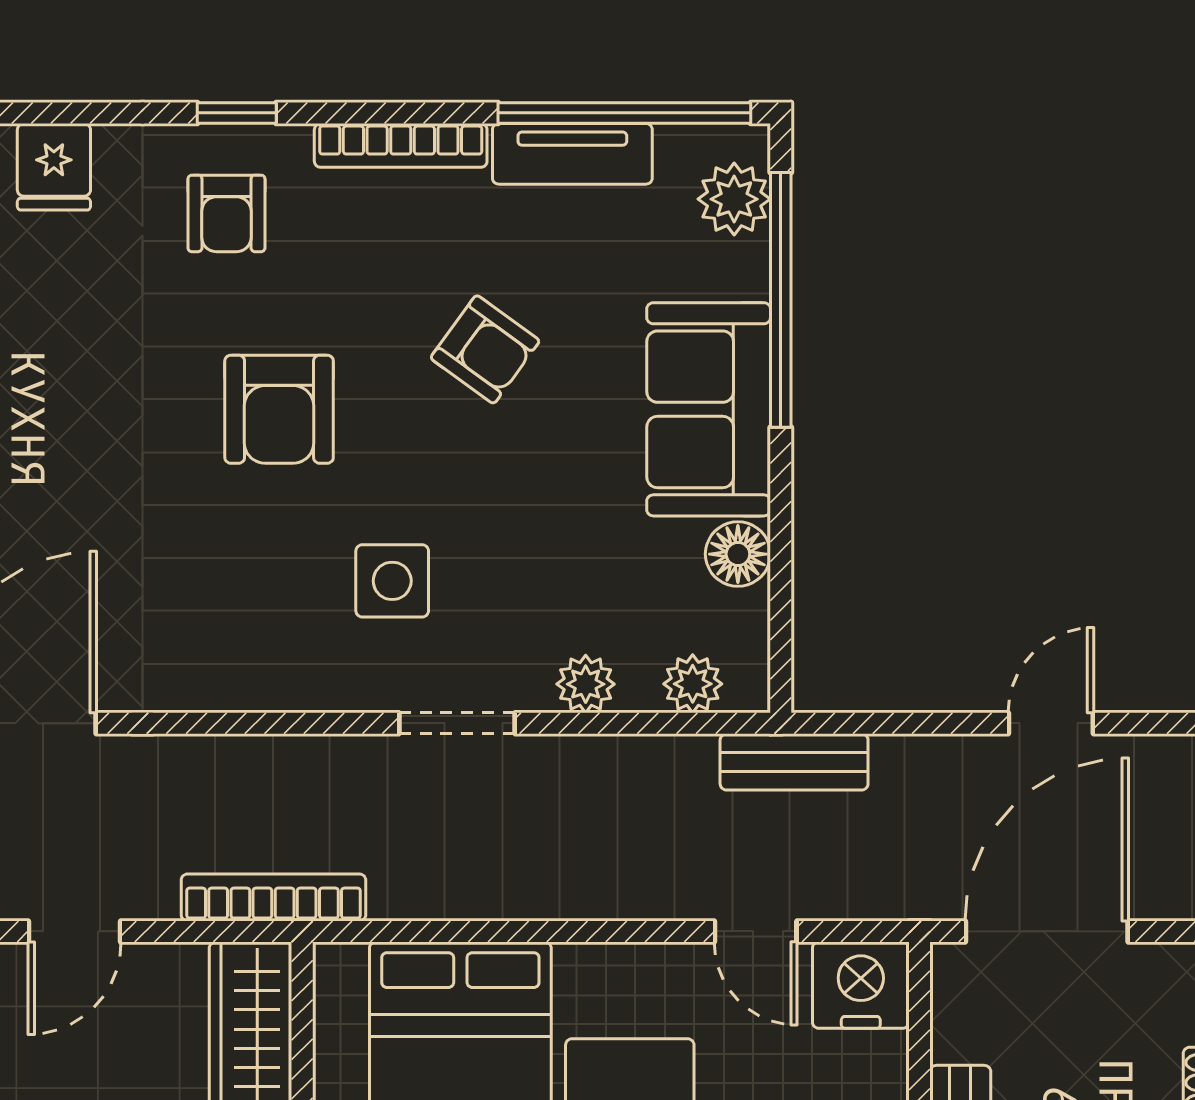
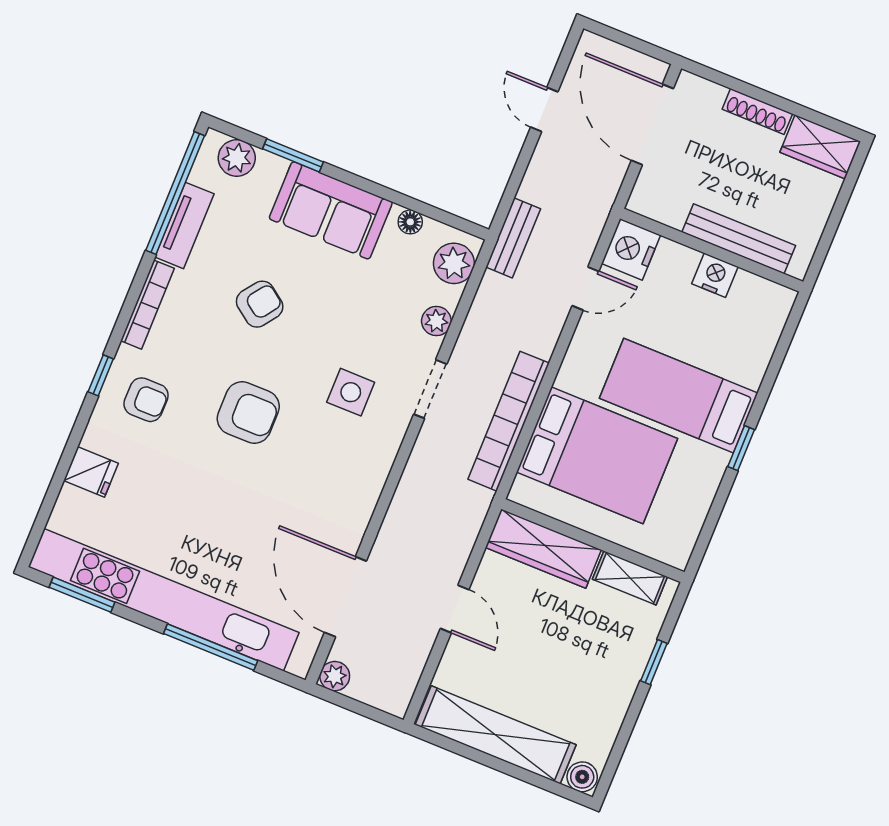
window: (781, 300) -> (293, 155), width x0.47
floor lamp: (738, 554) -> (410, 222), width x0.73, depth x0.73
plant: (693, 684) -> (454, 263), width x1.38, depth x1.38
bookcase: (273, 897) -> (509, 421), moved, width x1.48, depth x1.31
door: (1047, 931) -> (652, 125), moved

